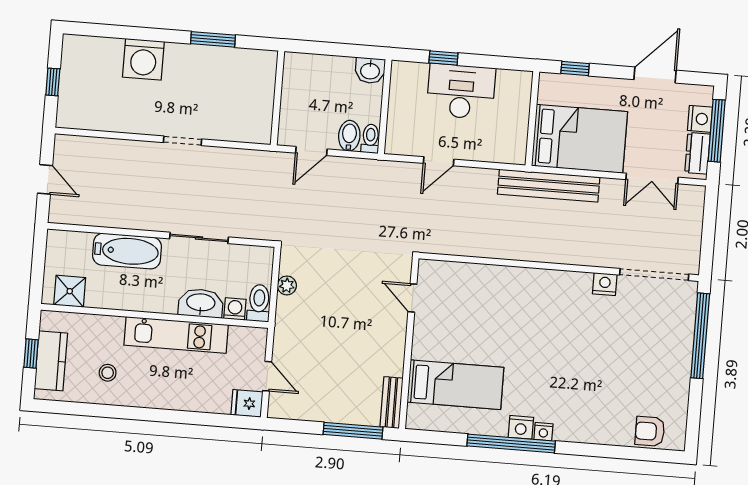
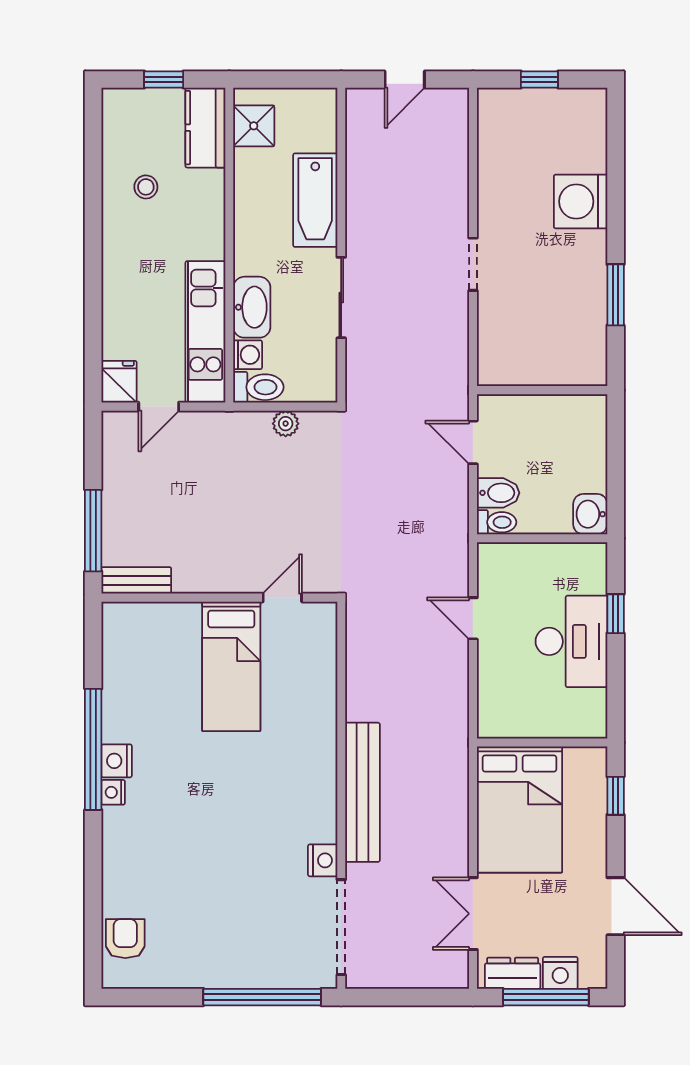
bench: (549, 186) -> (362, 792), moved
kitchen unit: (176, 335) -> (205, 332), moved
kitchen counter: (51, 361) -> (205, 128), moved, turned 90
bed: (455, 385) -> (231, 666), moved

